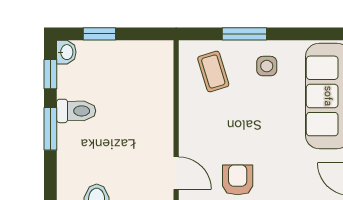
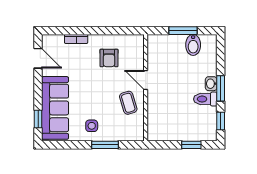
washbasin: (66, 52) -> (211, 84), moved
coffee table: (213, 71) -> (128, 103), moved
door: (176, 173) -> (146, 80), moved

